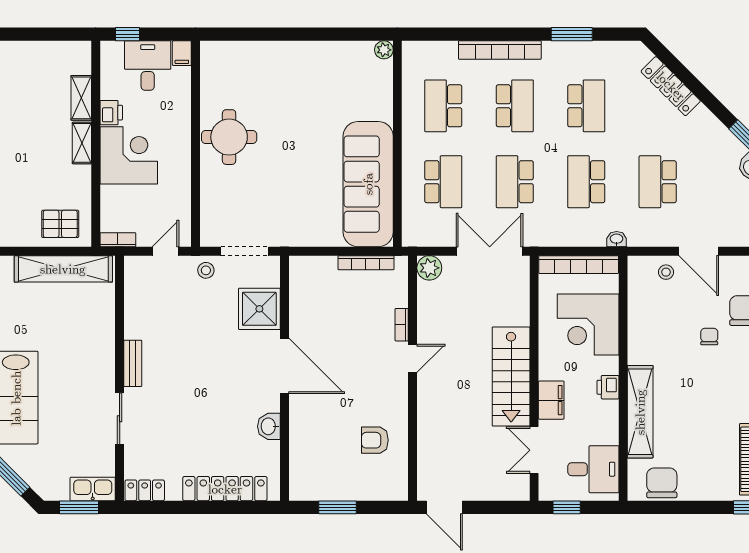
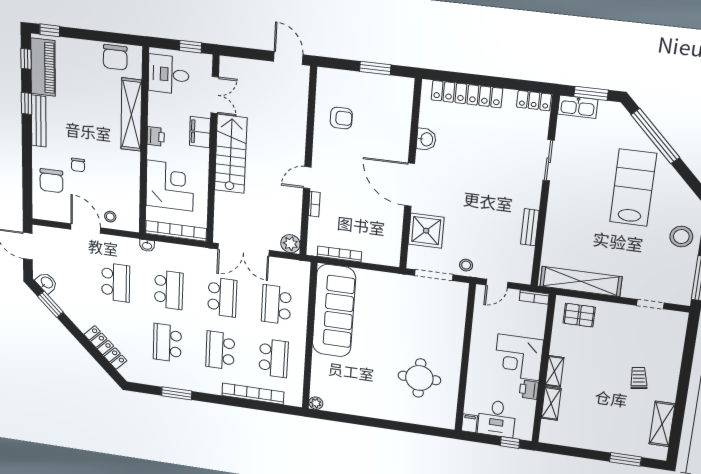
bookcase: (500, 50) -> (253, 394), moved
round table: (229, 137) -> (419, 378), moved
bench: (133, 363) -> (530, 227), moved

